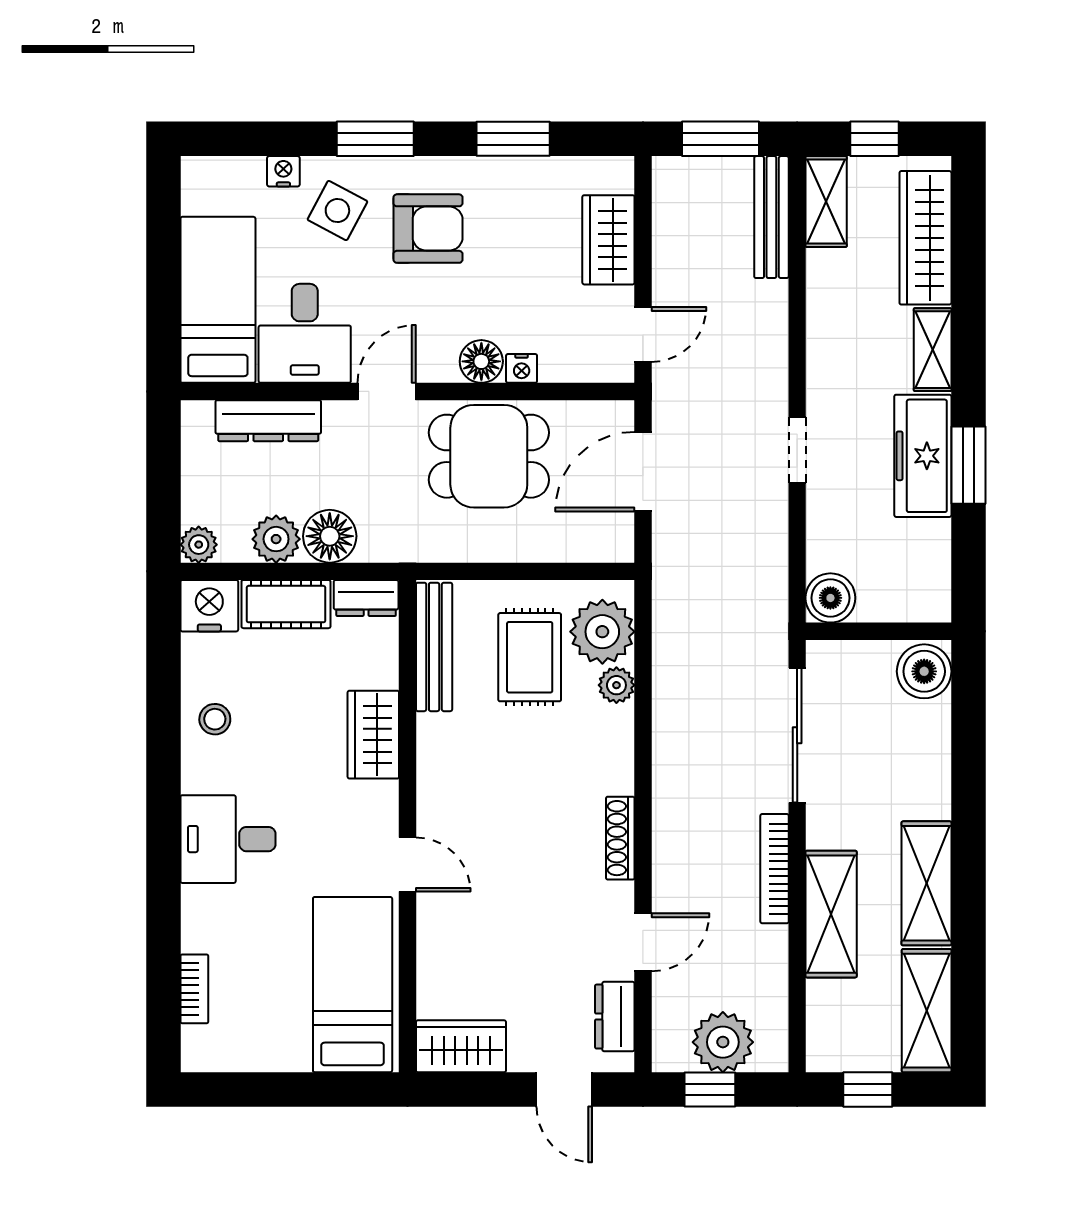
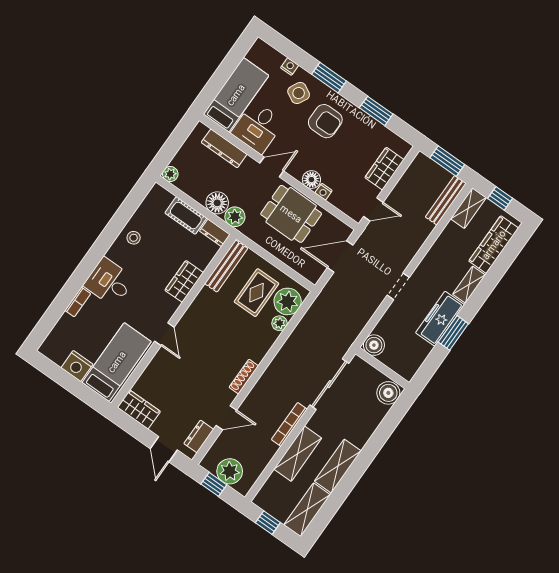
plant: (276, 539) -> (235, 217), moved
nightstand: (209, 606) -> (77, 366), moved, turned 180
bookcase: (194, 989) -> (78, 302), moved

